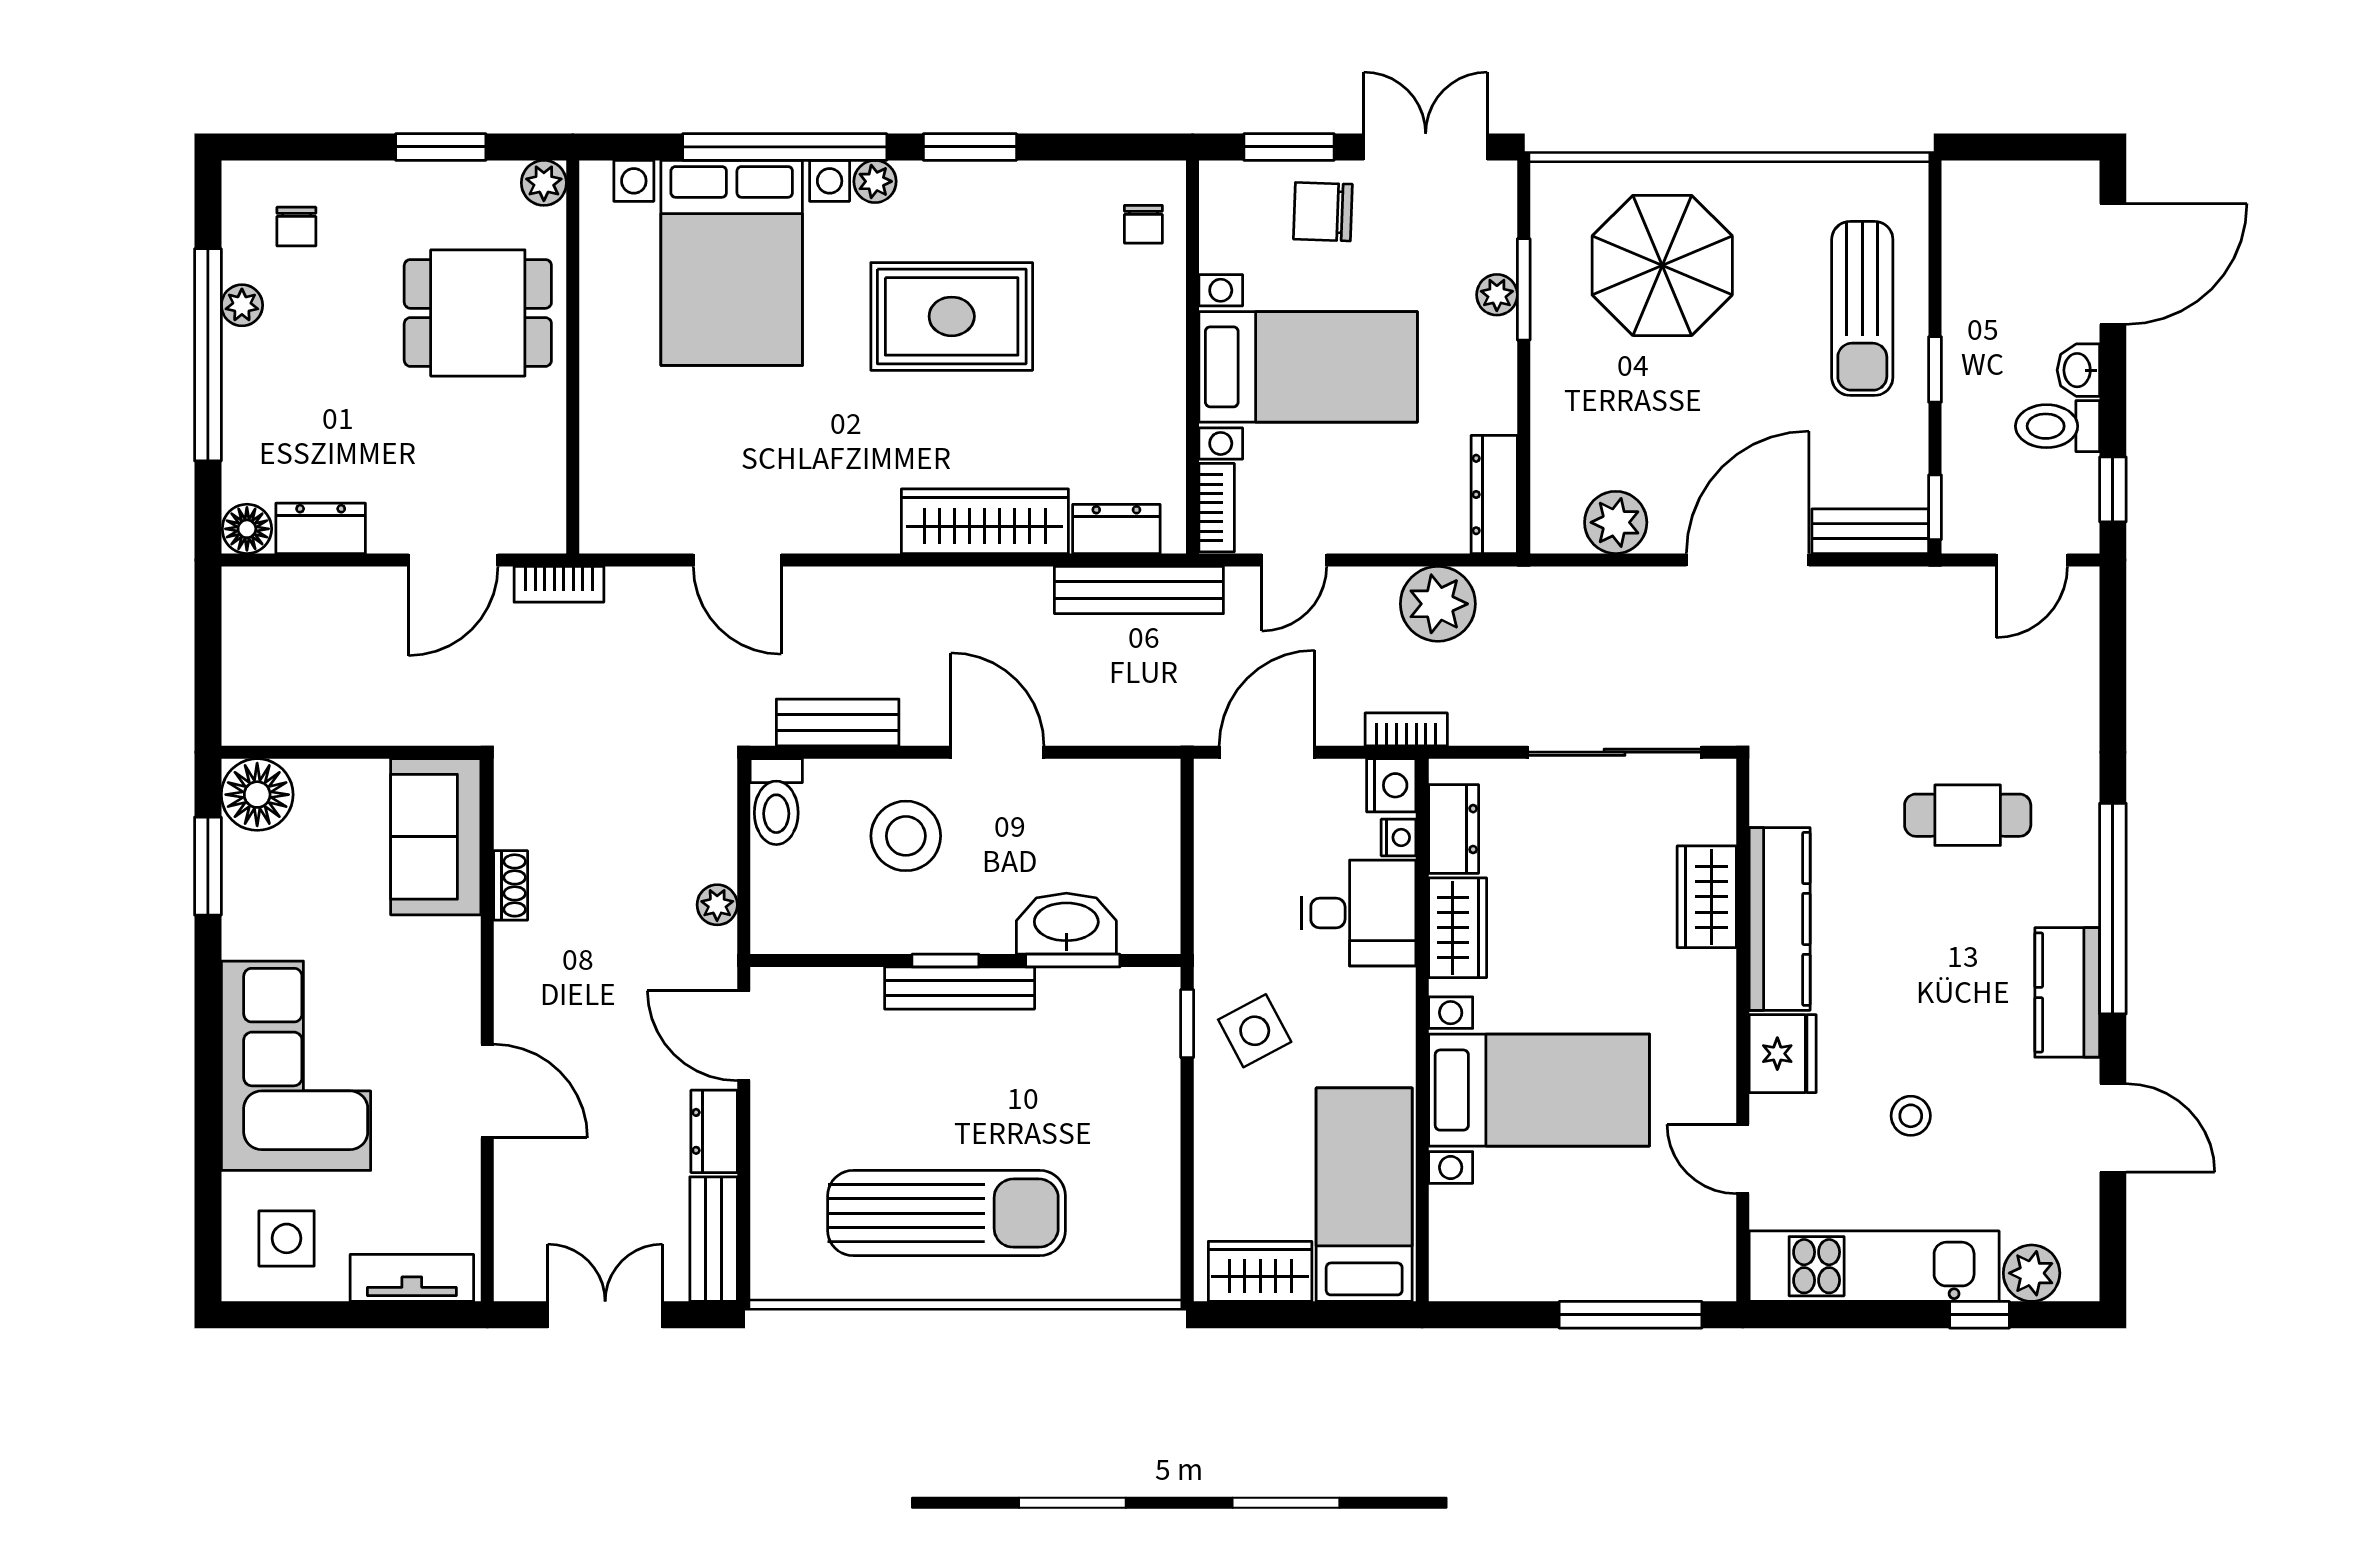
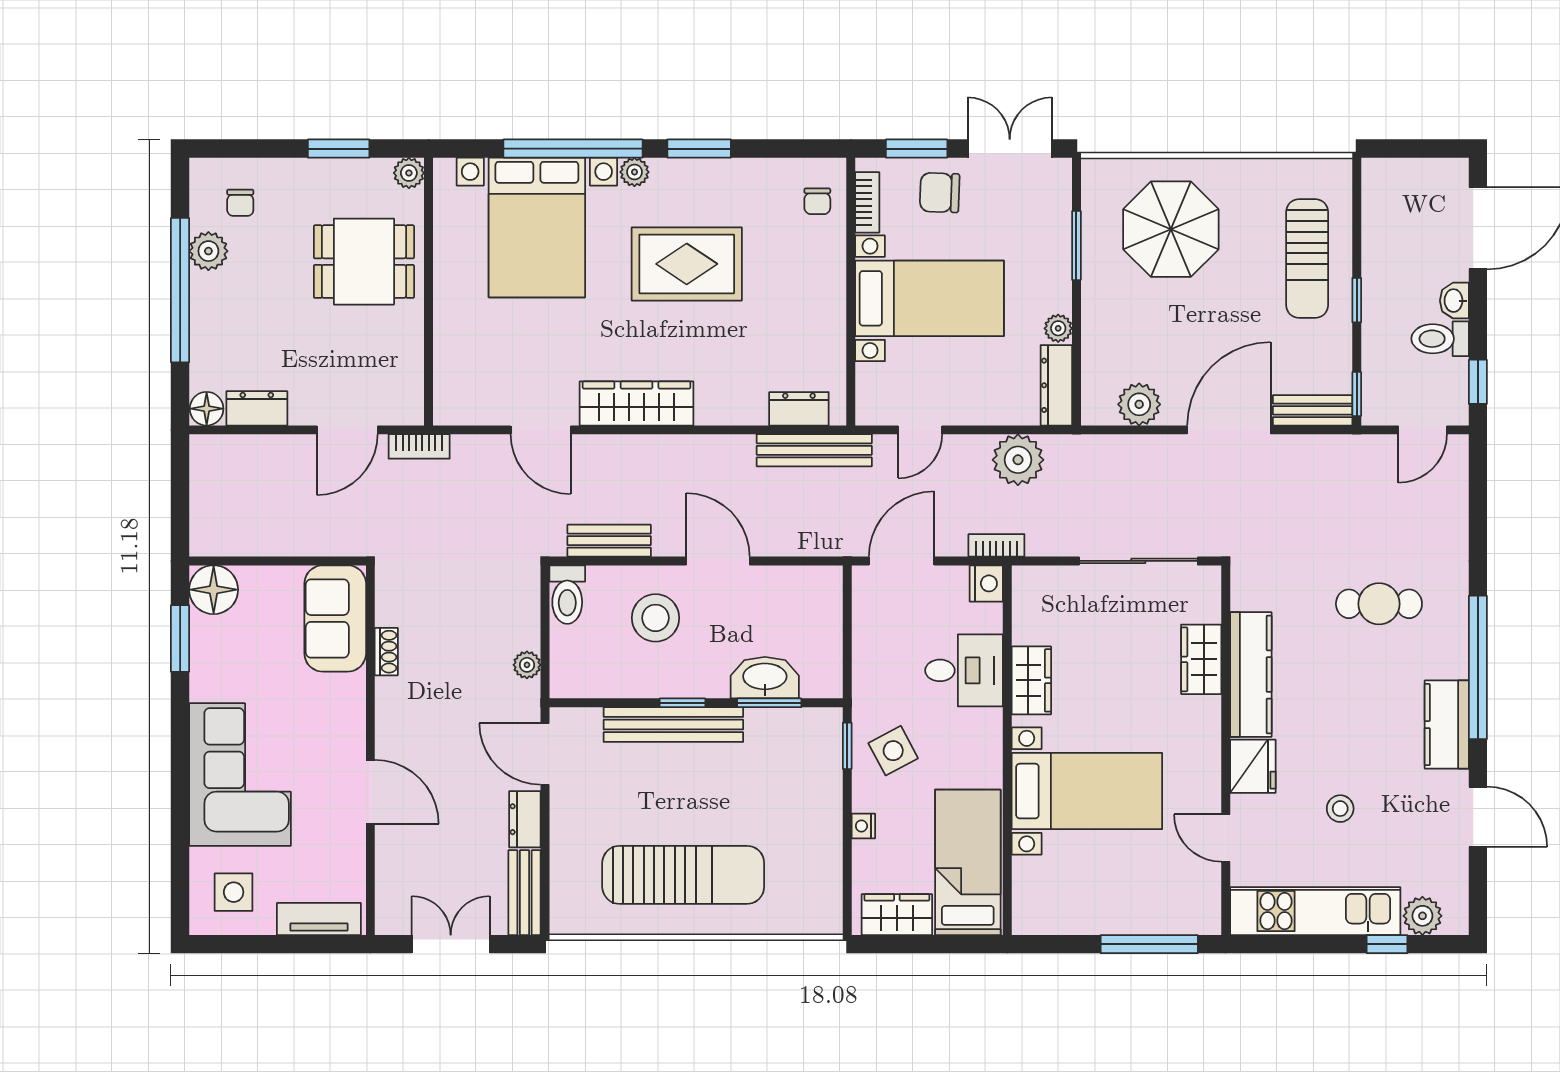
plant: (1497, 295) -> (1058, 328), moved
plant: (242, 305) -> (208, 251), width x1.38, depth x1.38
bookcase: (1217, 508) -> (867, 202), moved
wardrobe: (985, 521) -> (636, 403), moved
dresser: (1454, 829) -> (1029, 613), removed
nightstand: (1398, 837) -> (863, 826), moved, turned 180
bench: (960, 988) -> (673, 725), width x1.37, depth x1.21

